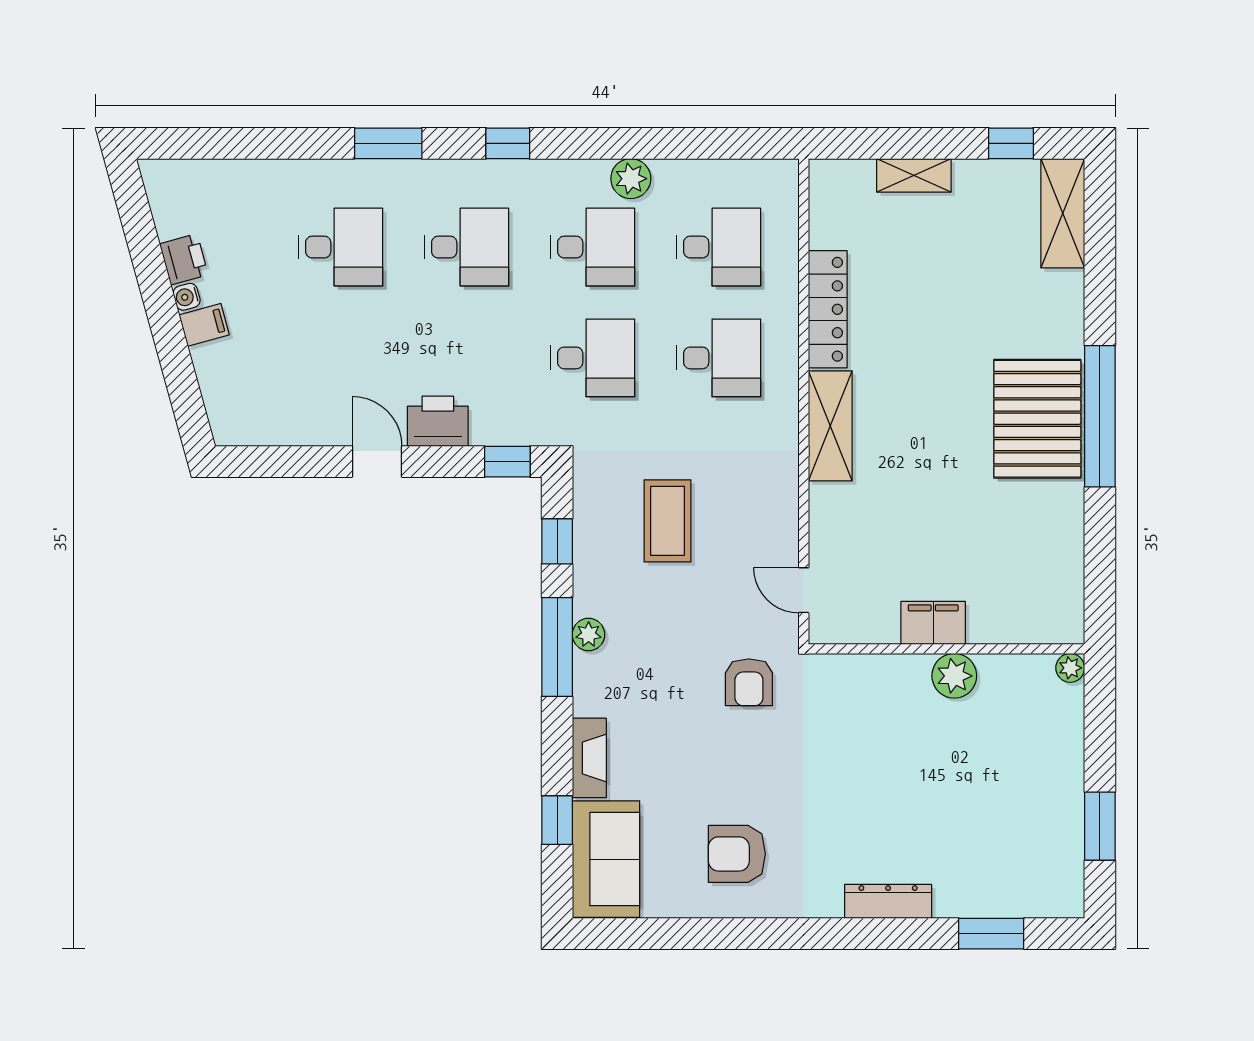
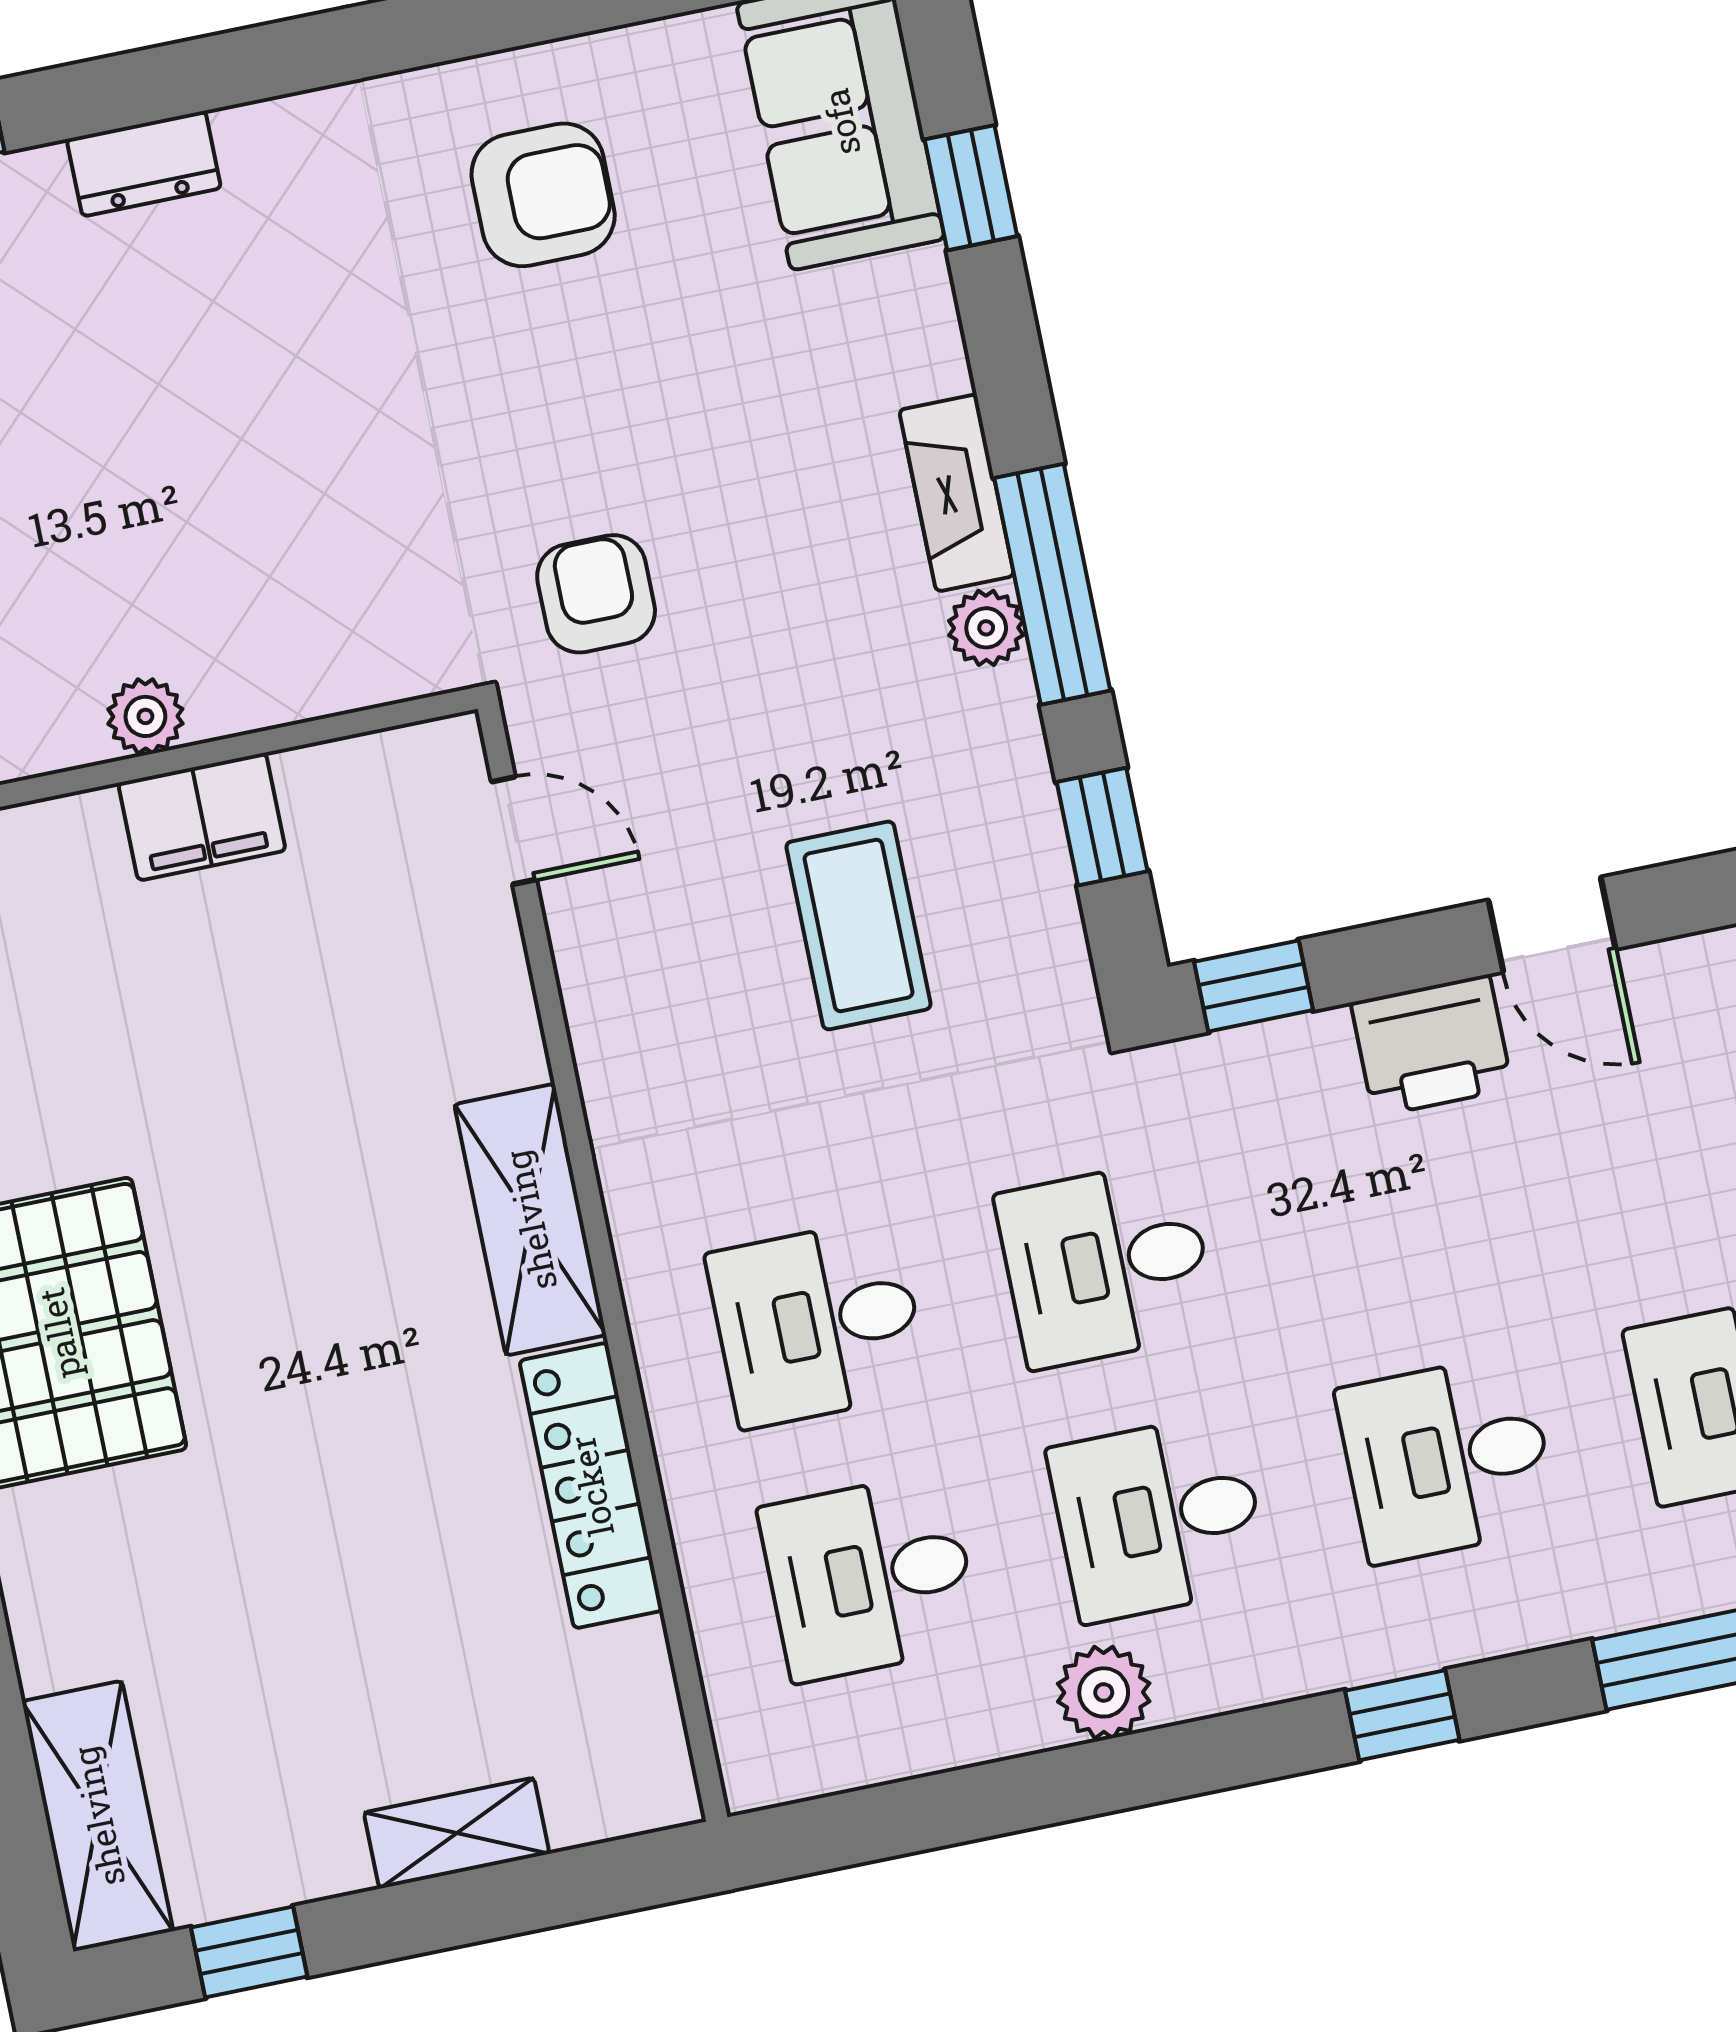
plant: (954, 676) -> (145, 716), width x0.73, depth x0.73
fireplace: (589, 758) -> (957, 493), moved
dresser: (888, 901) -> (144, 164), width x0.70

